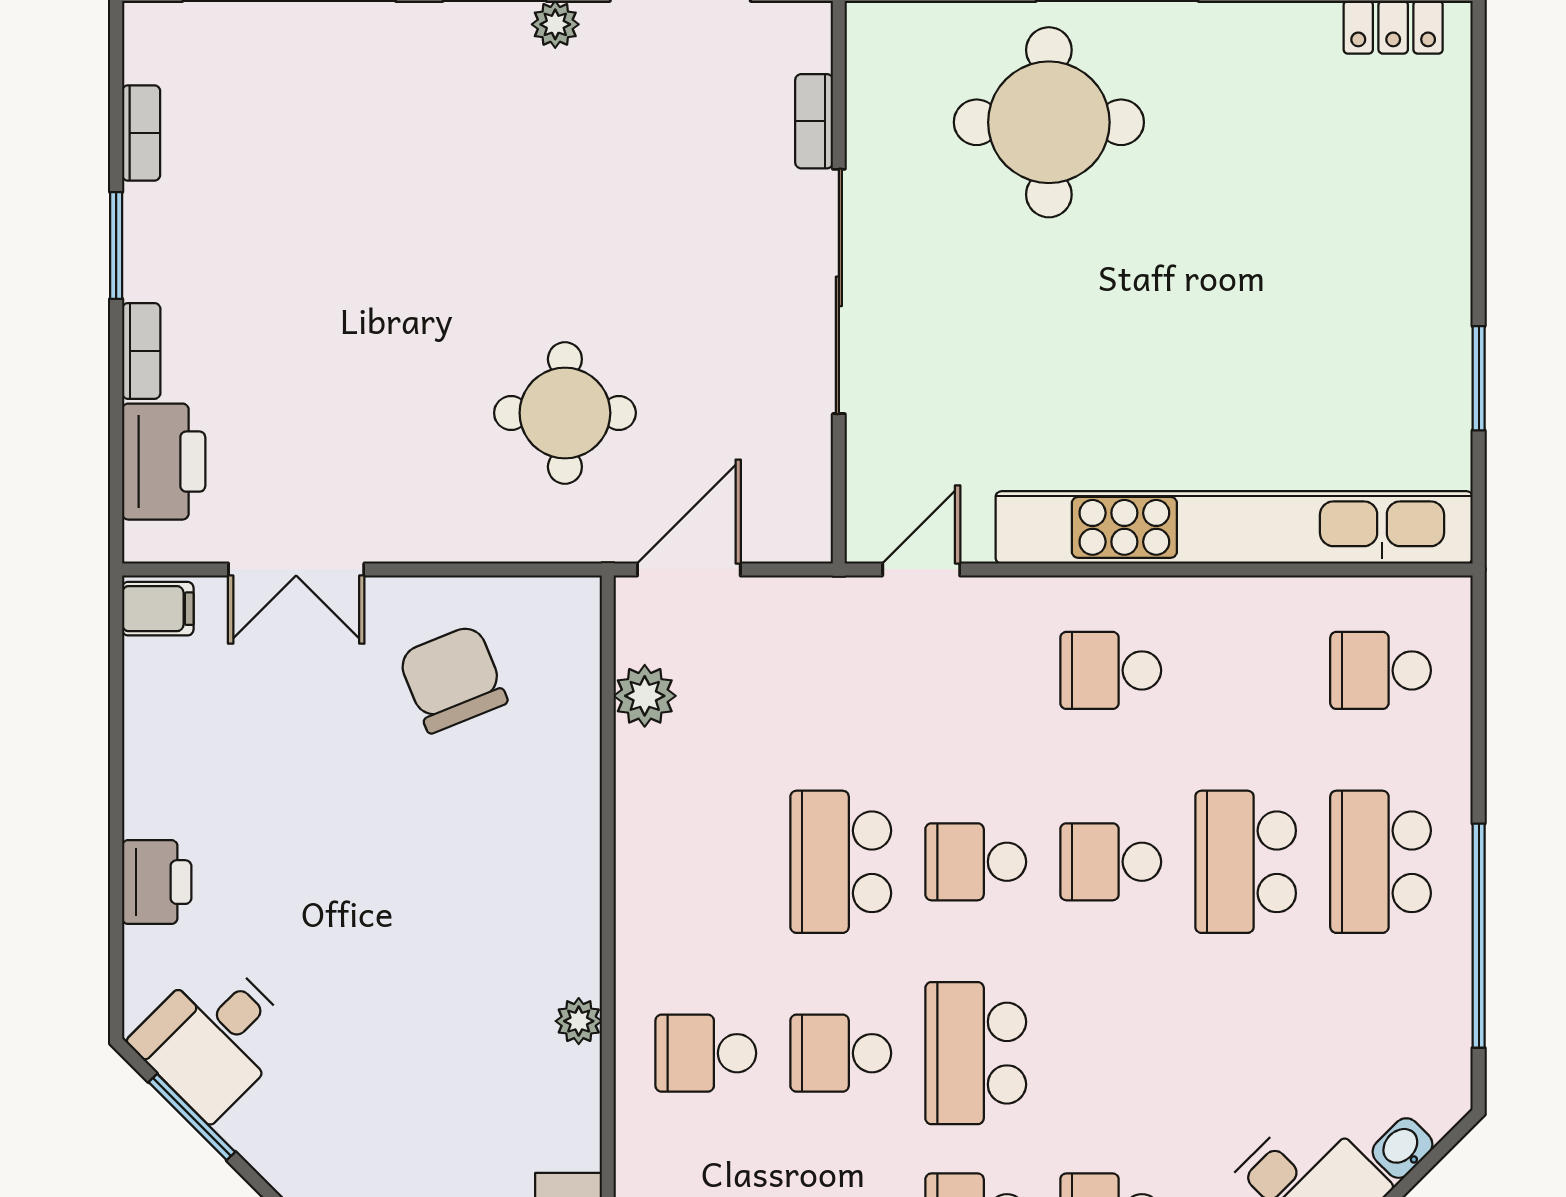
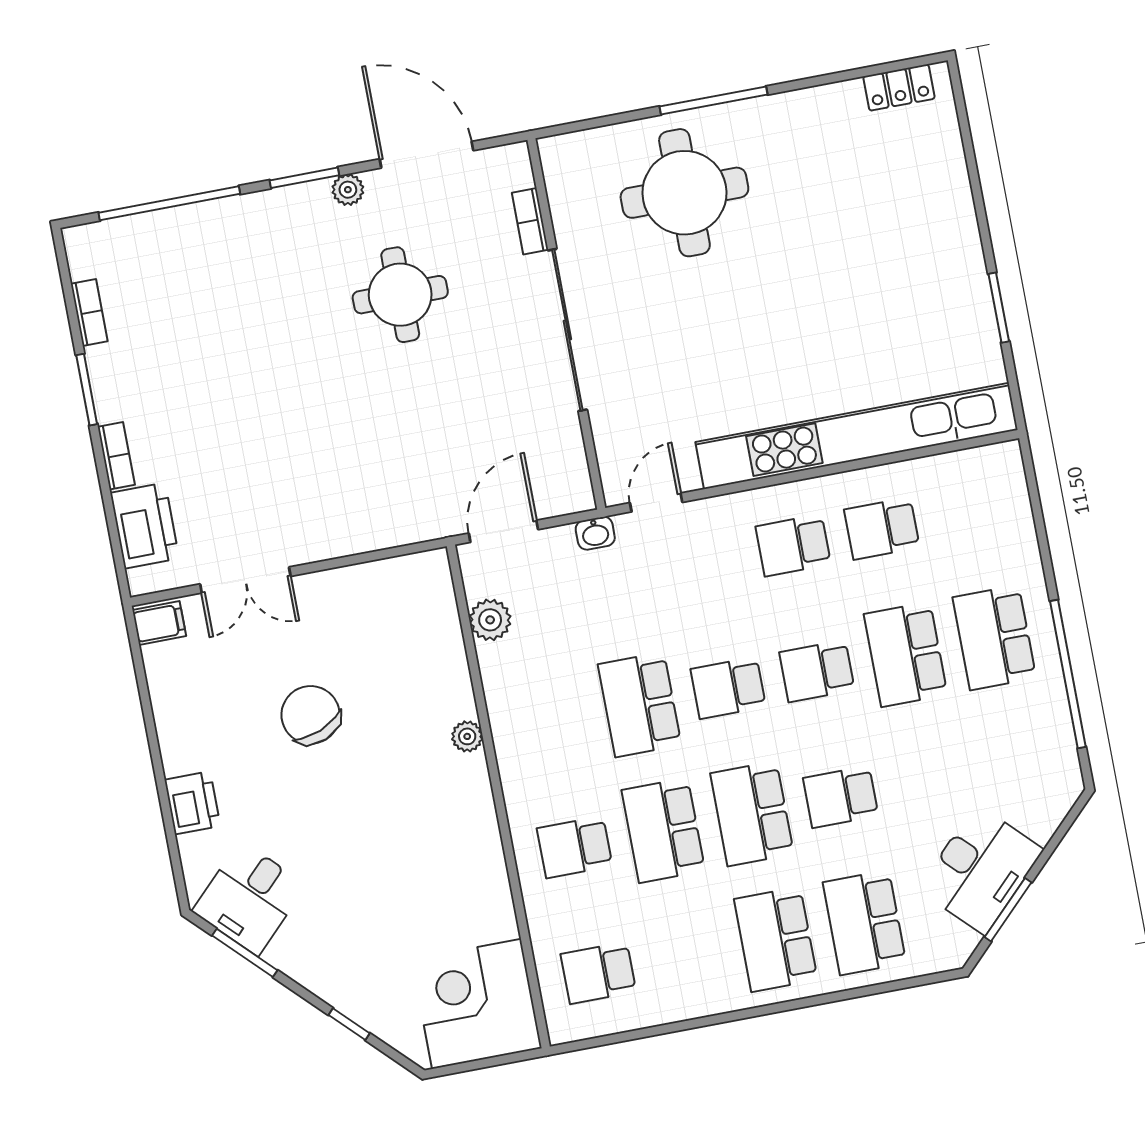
round table: (565, 413) -> (400, 295), moved
school desk: (1381, 670) -> (882, 529), moved
chair: (453, 679) -> (311, 715), moved
plant: (579, 1021) -> (467, 736), moved
school desk: (841, 1053) -> (663, 830), width x1.85
school desk: (1111, 1053) -> (841, 797), added
washbasin: (1402, 1148) -> (595, 533), moved, turned -135

